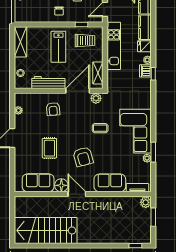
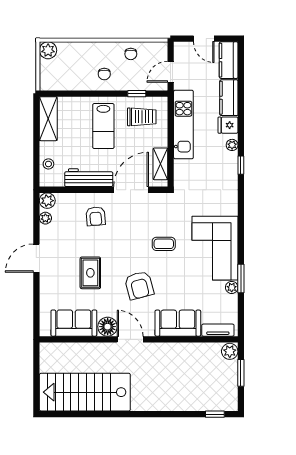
dishwasher: (145, 71) -> (229, 161), removed
plant: (96, 98) -> (47, 201), moved

